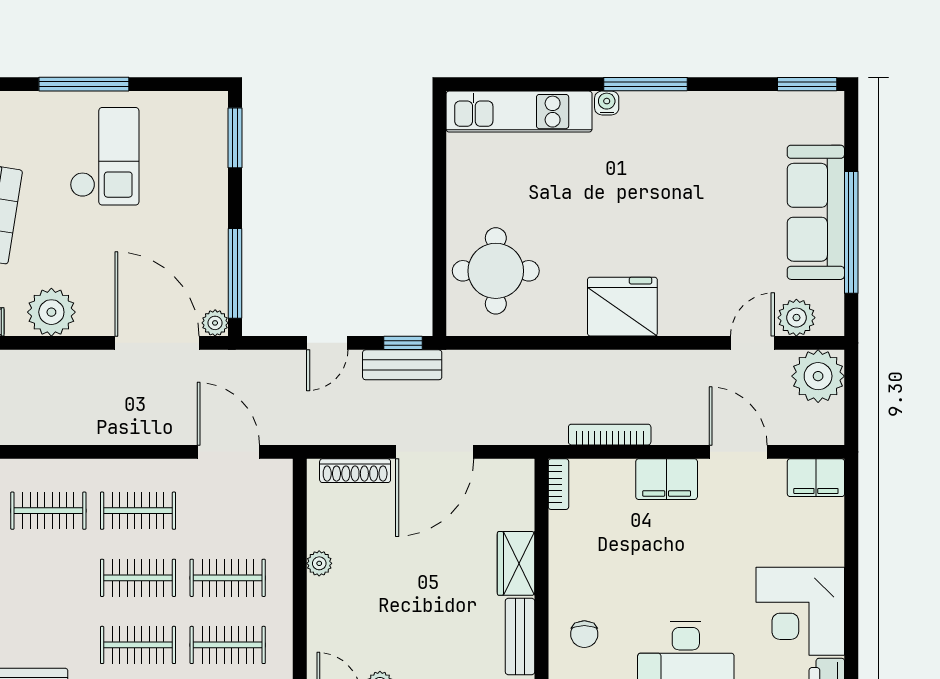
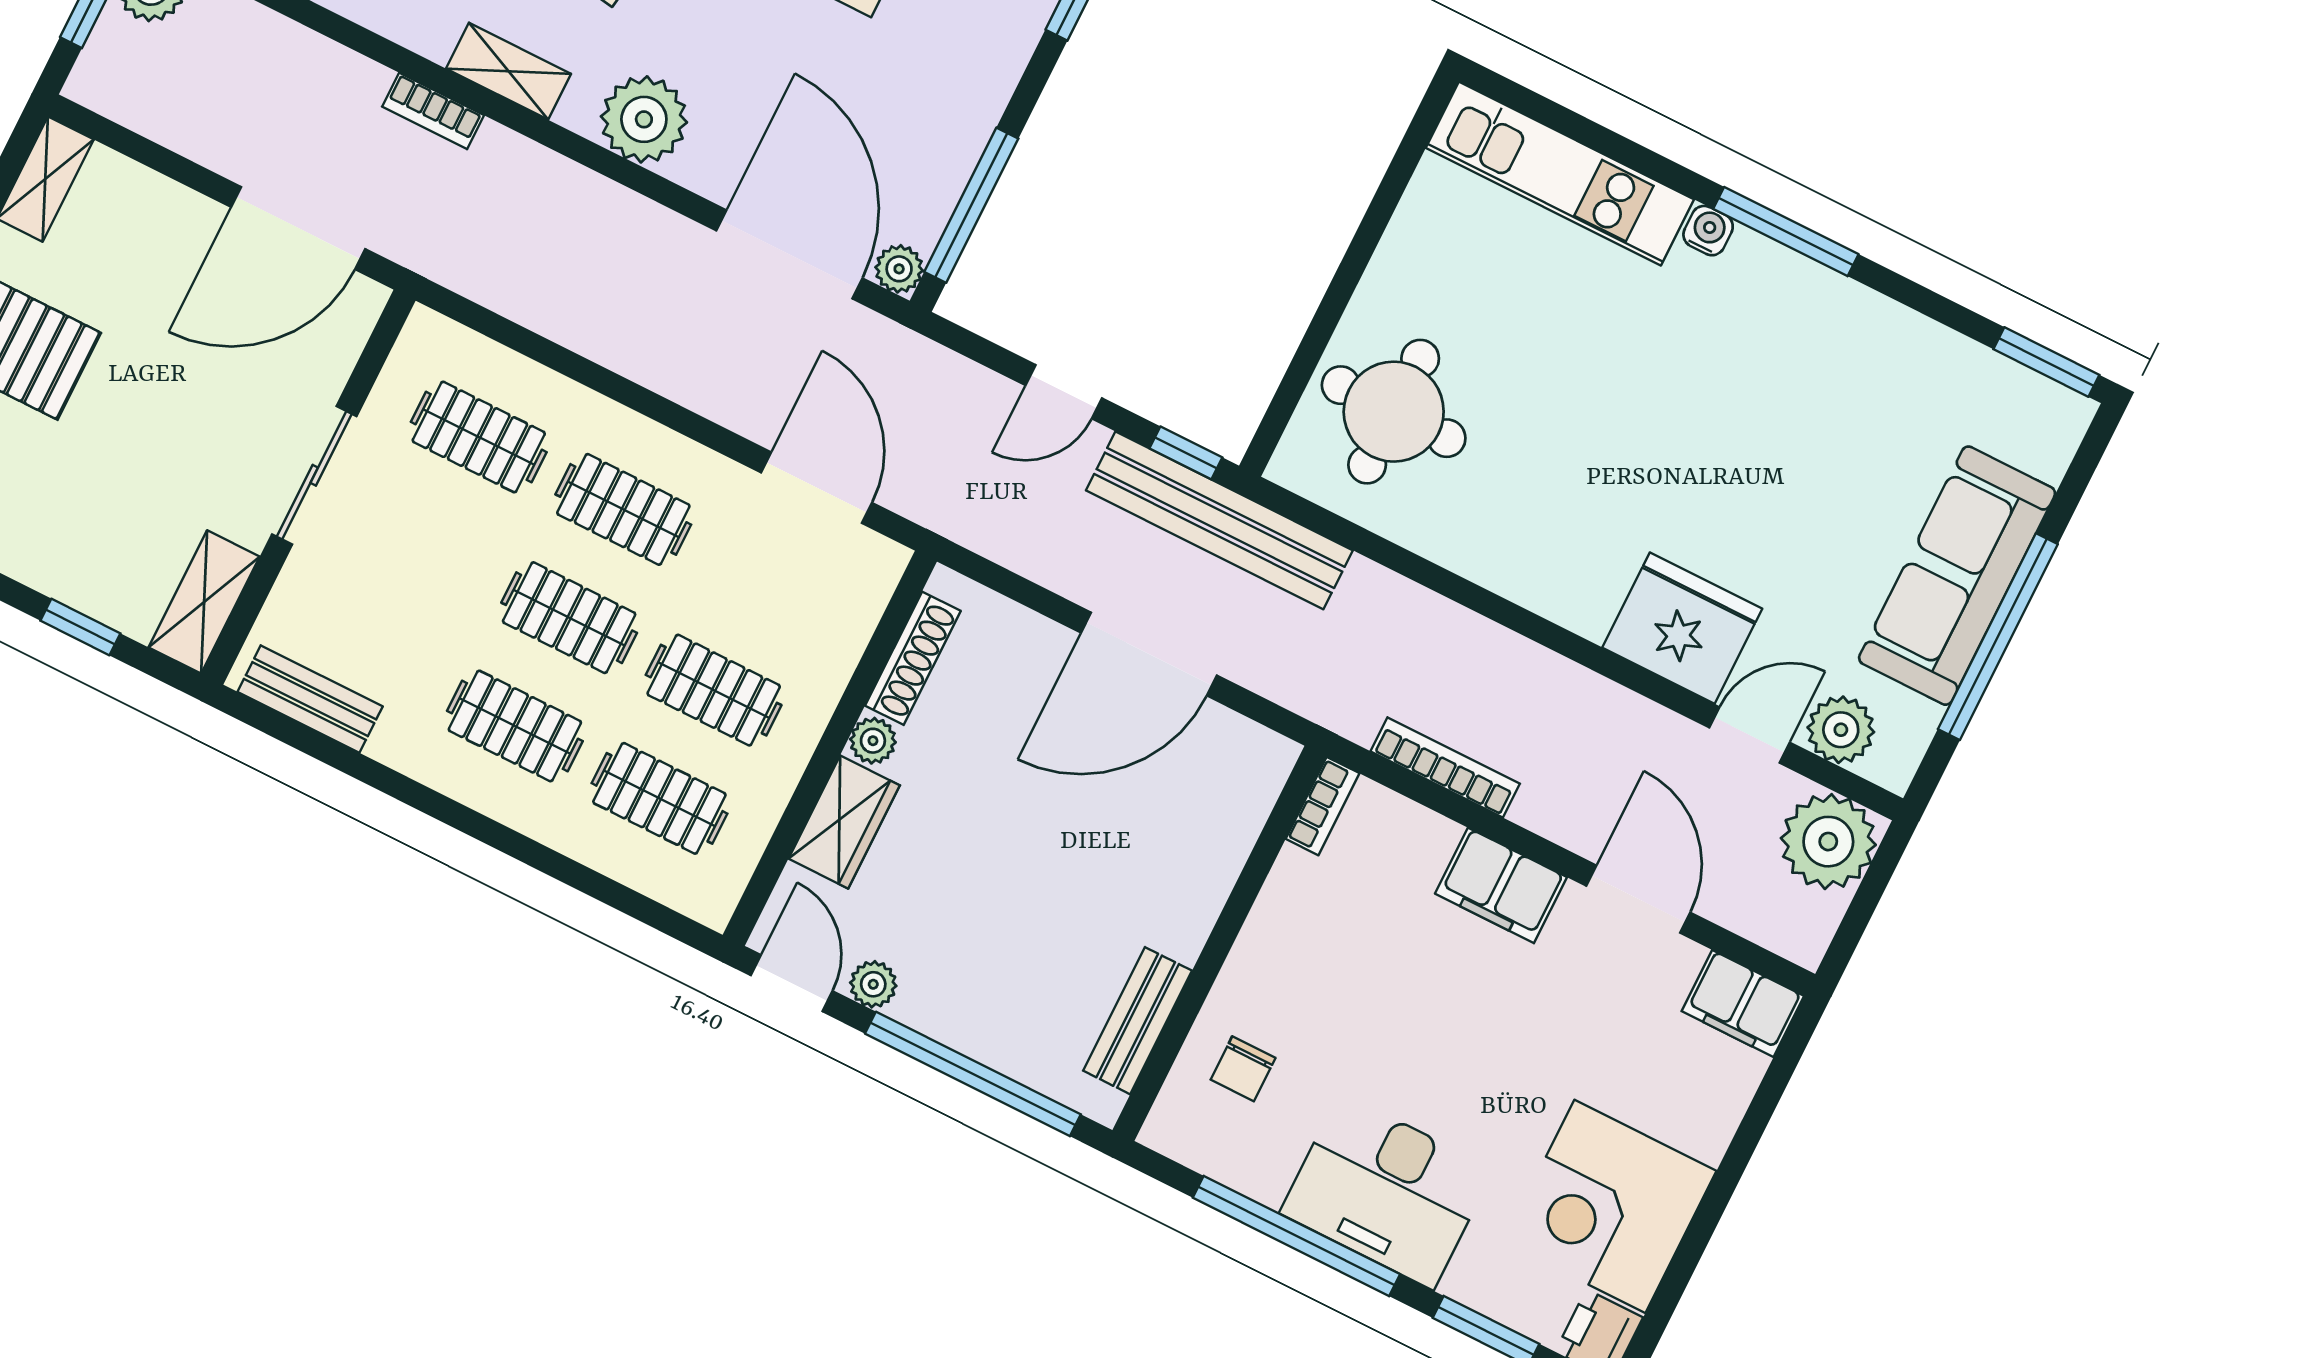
fridge: (622, 307) -> (1682, 628), moved
bench: (402, 365) -> (1219, 520), width x1.86, depth x1.21
shoe rack: (355, 471) -> (913, 658), moved, turned -90
wardrobe: (516, 563) -> (844, 822), moved, turned 180

